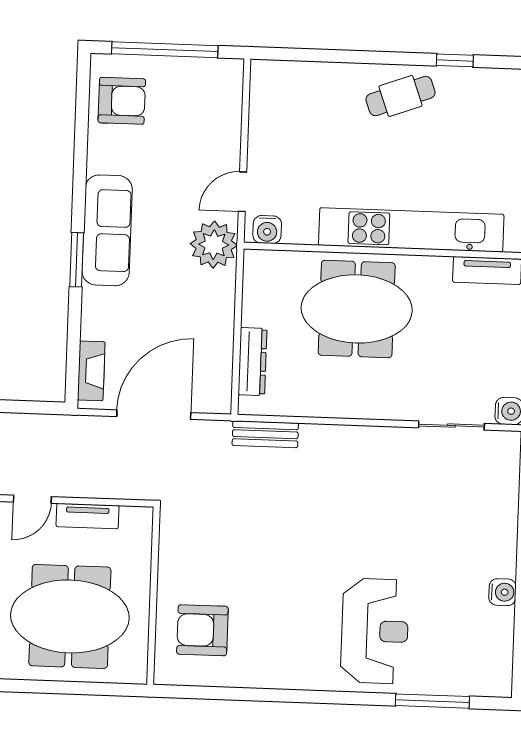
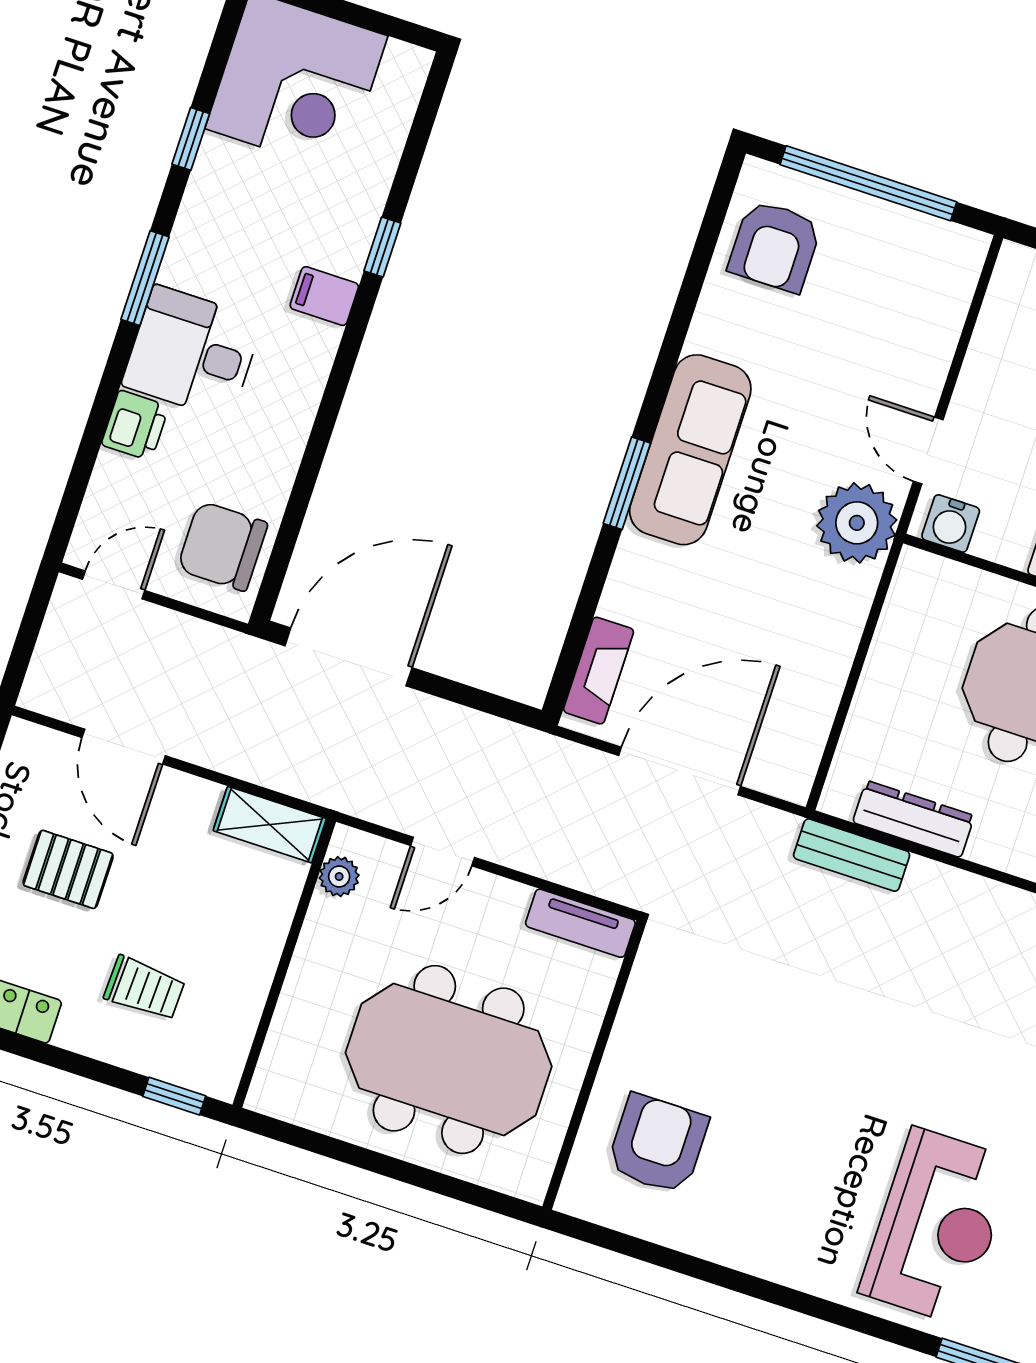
armchair: (122, 101) -> (775, 246), turned 90
door: (242, 192) -> (928, 450), hinge flipped
dresser: (252, 362) -> (914, 819), moved, turned -90
tv unit: (88, 516) -> (580, 923), moved
armchair: (202, 630) -> (658, 1144), turned 90

